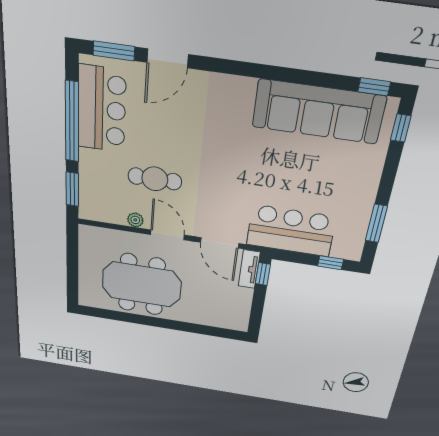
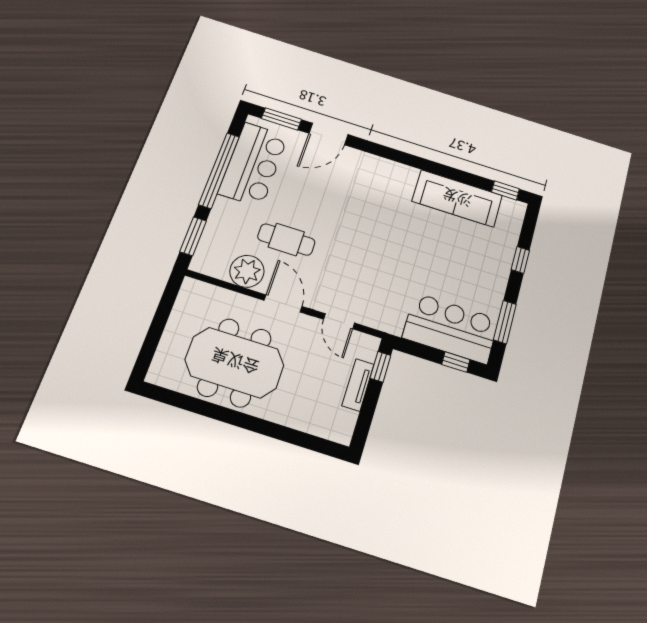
sofa: (318, 112) -> (457, 198), width x0.74, depth x0.79
window: (401, 128) -> (520, 260), moved
plant: (135, 220) -> (247, 271), width x1.88, depth x1.88
bar counter: (291, 231) -> (451, 328), moved
door: (220, 243) -> (339, 321), width x0.73
tv unit: (249, 269) -> (358, 385), moved

